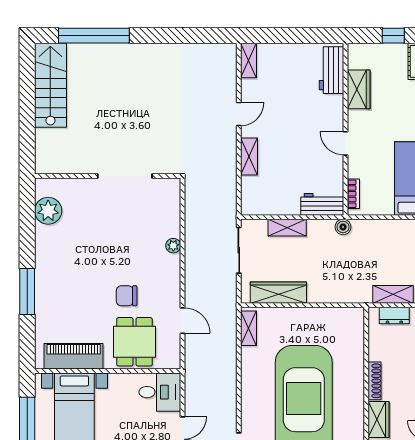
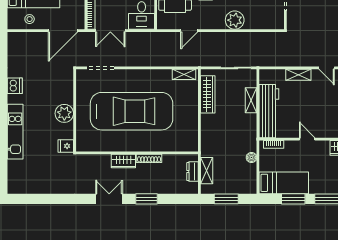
door: (346, 143) -> (307, 139), hinge flipped
workbench: (322, 204) -> (269, 111), width x1.88, depth x1.32
boiler: (343, 227) -> (251, 157), moved
plant: (173, 246) -> (235, 20), width x1.88, depth x1.88

